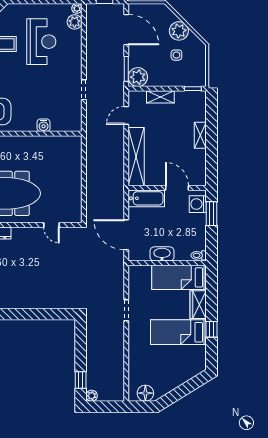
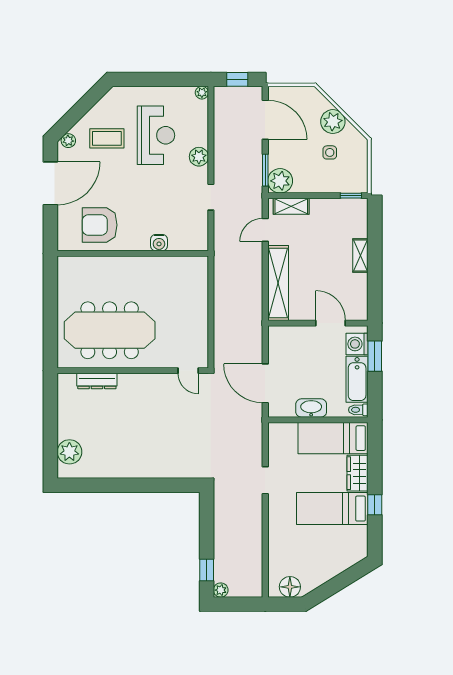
plant: (75, 22) -> (199, 157), moved
shelving: (160, 97) -> (291, 206), moved
bathtub: (146, 198) -> (357, 379), moved, turned 90
door: (51, 225) -> (188, 371), moved

